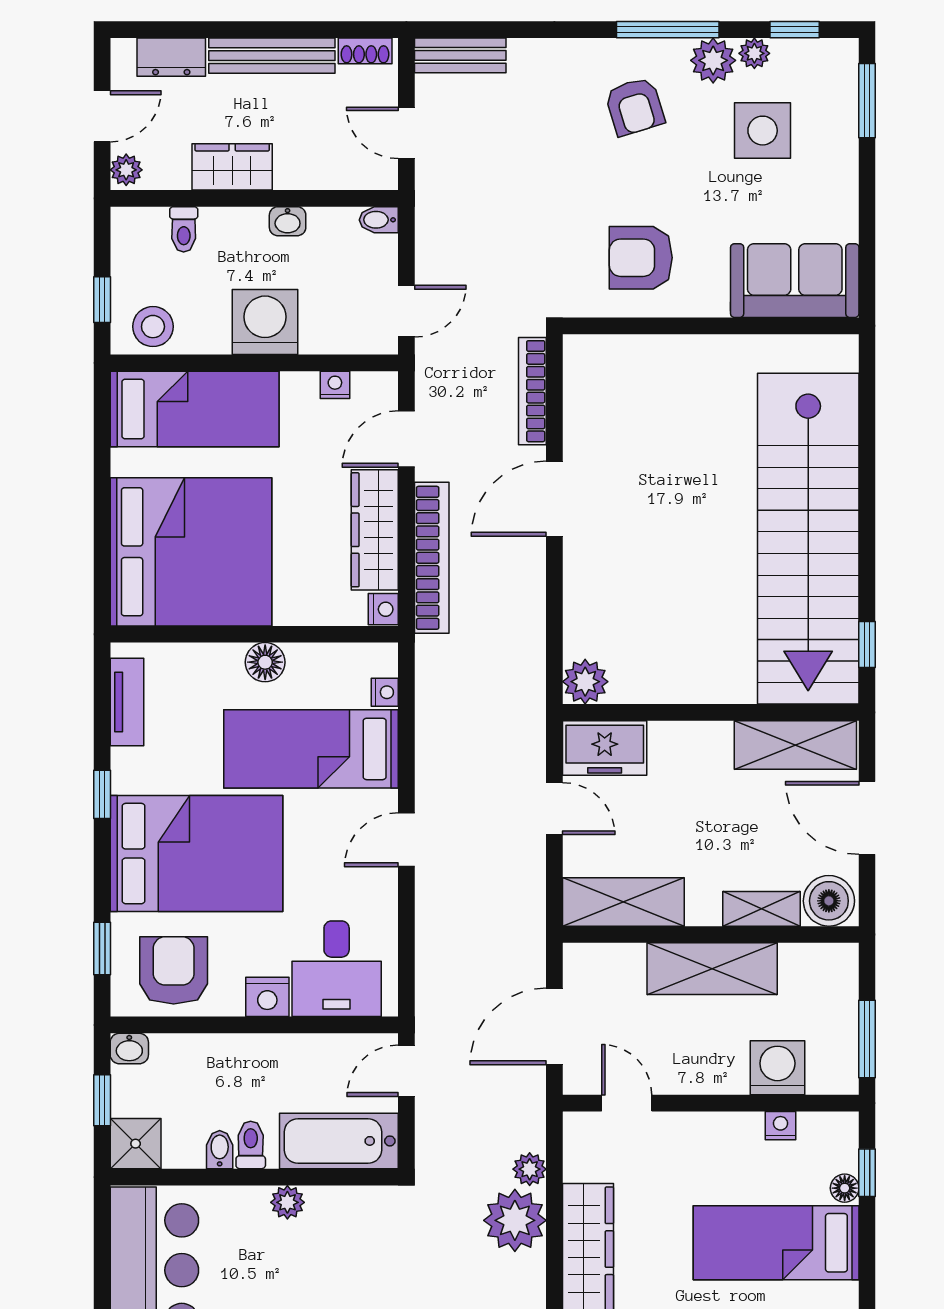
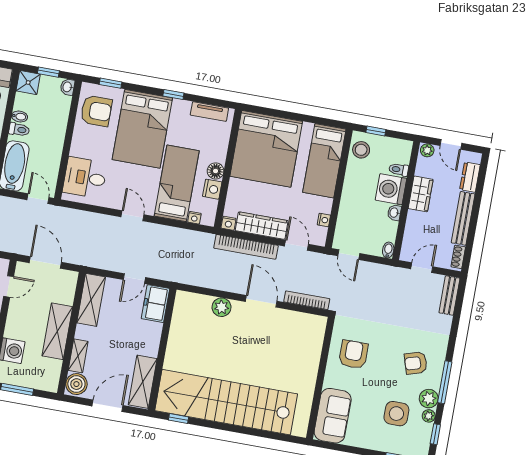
washing machine: (265, 322) -> (391, 189), moved, turned 180
plant: (585, 682) -> (221, 307), moved
nightstand: (267, 997) -> (212, 189), moved, turned 180

